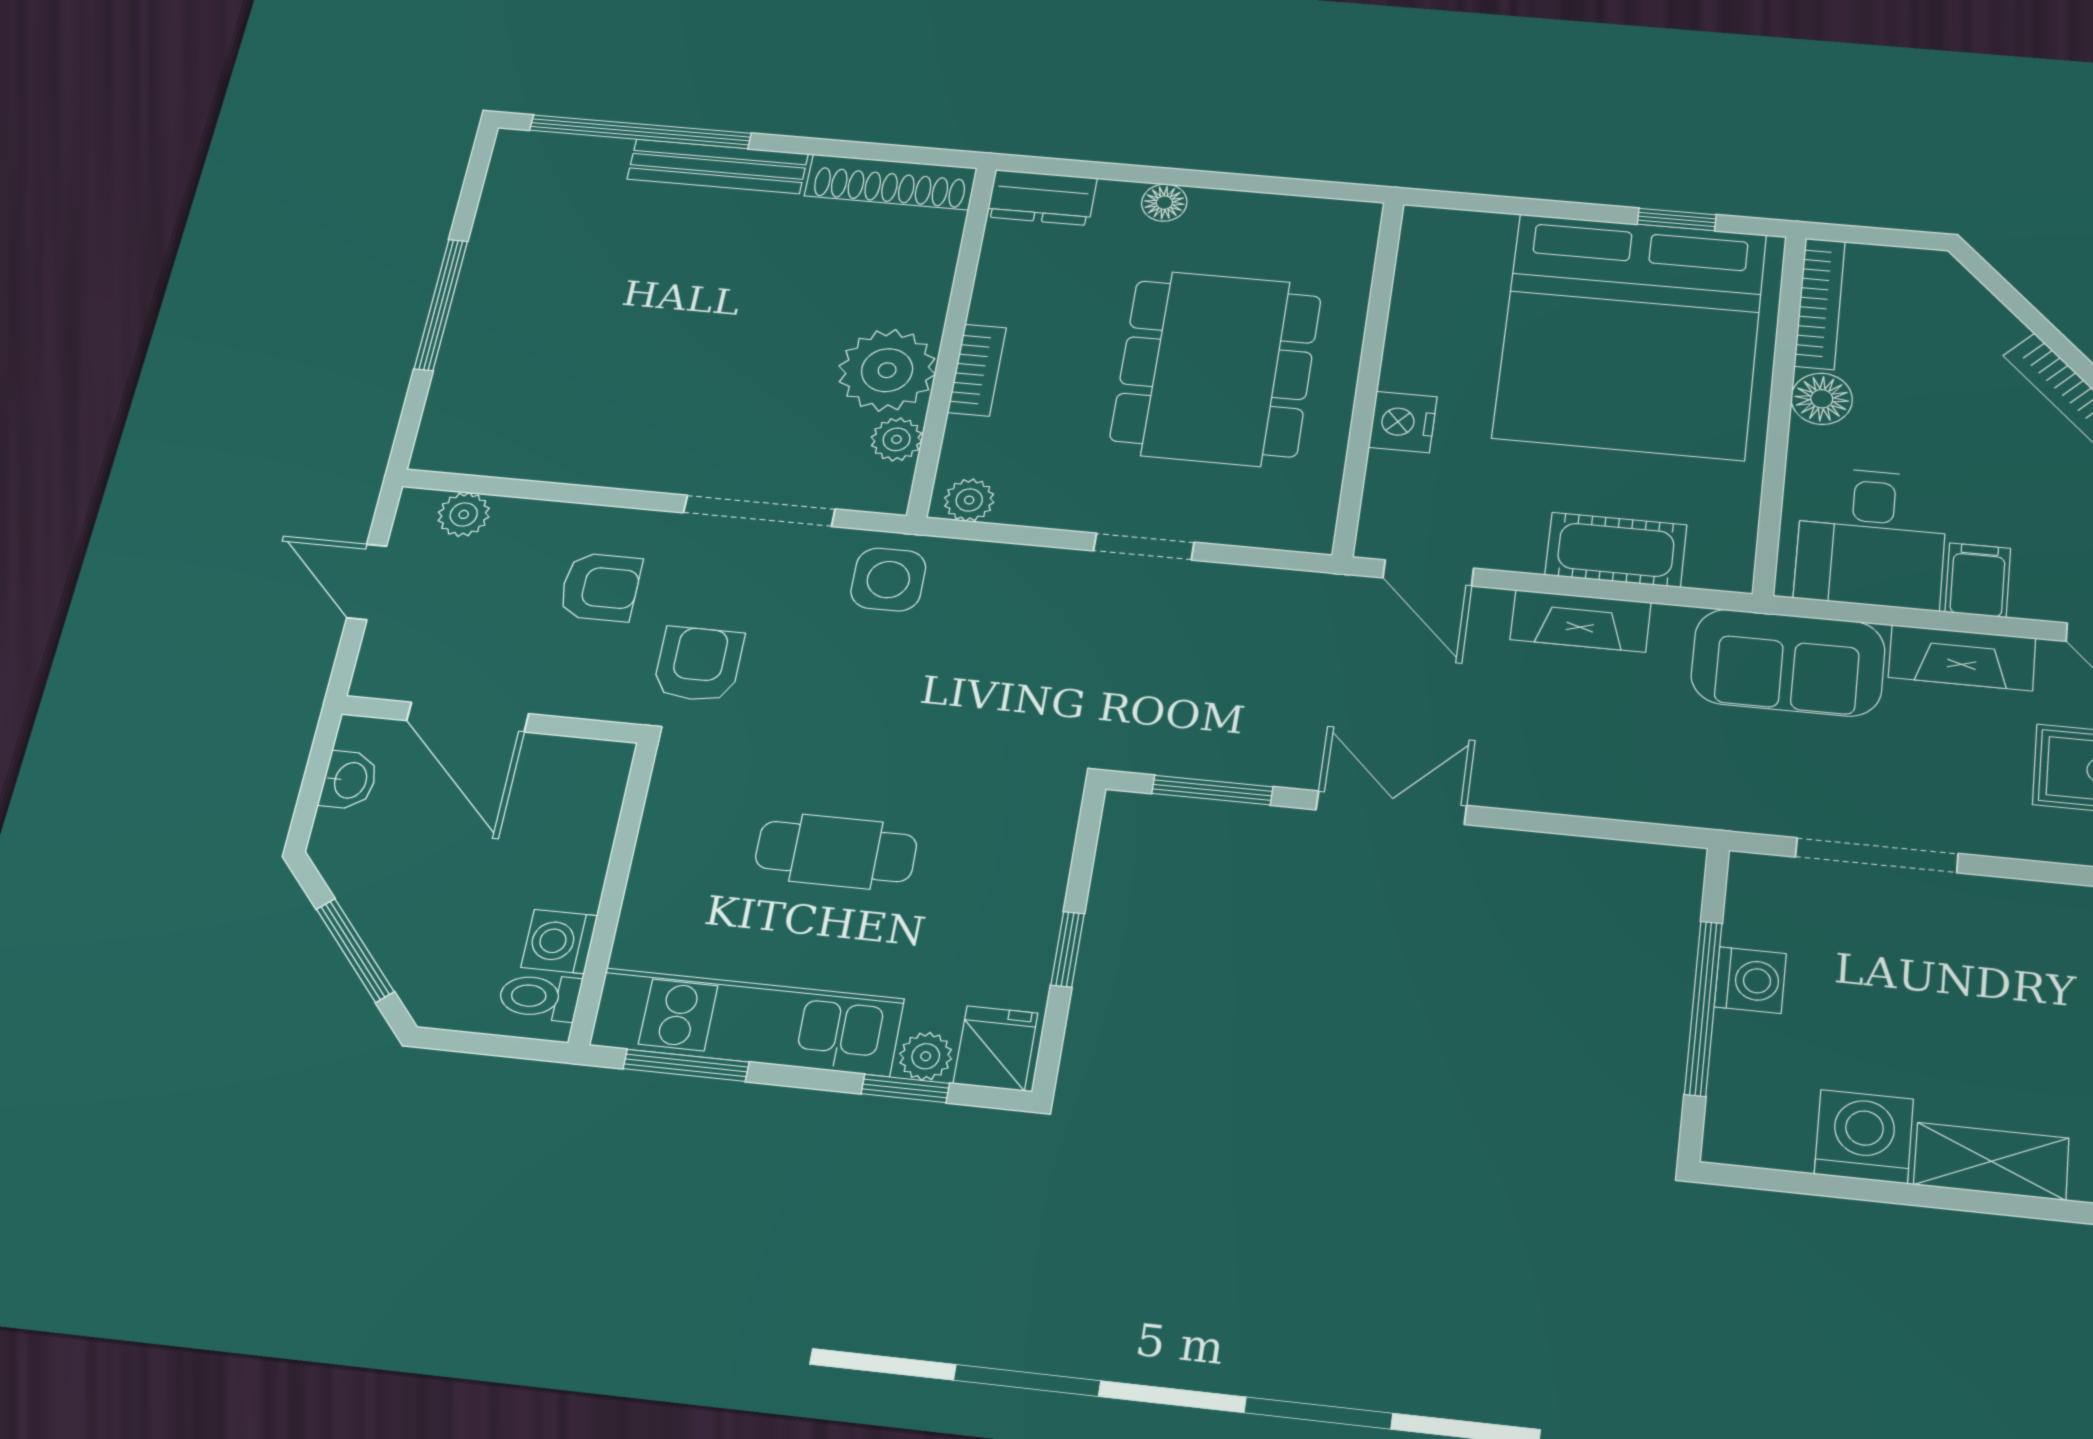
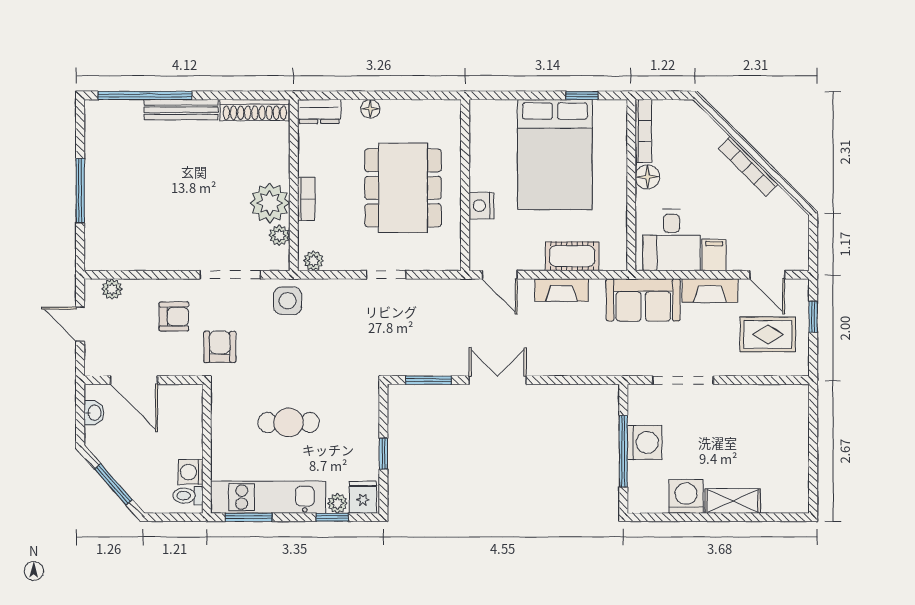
bed: (1630, 335) -> (555, 155), width x0.73
washing machine: (1750, 980) -> (644, 442), width x1.38, depth x1.38

